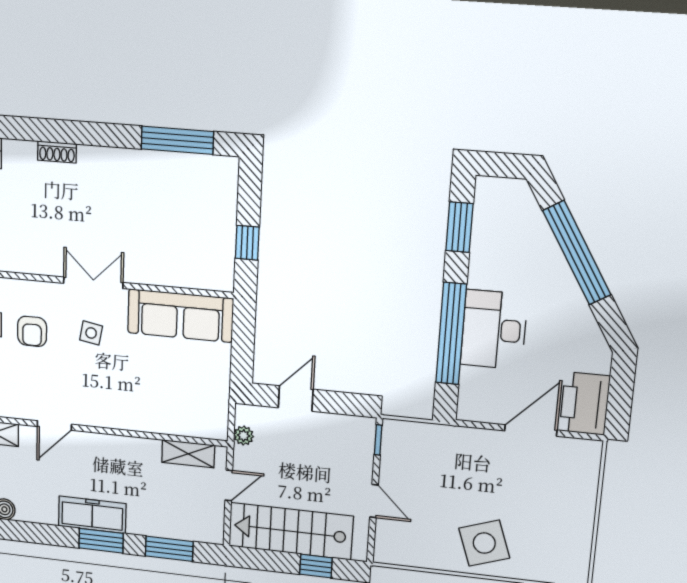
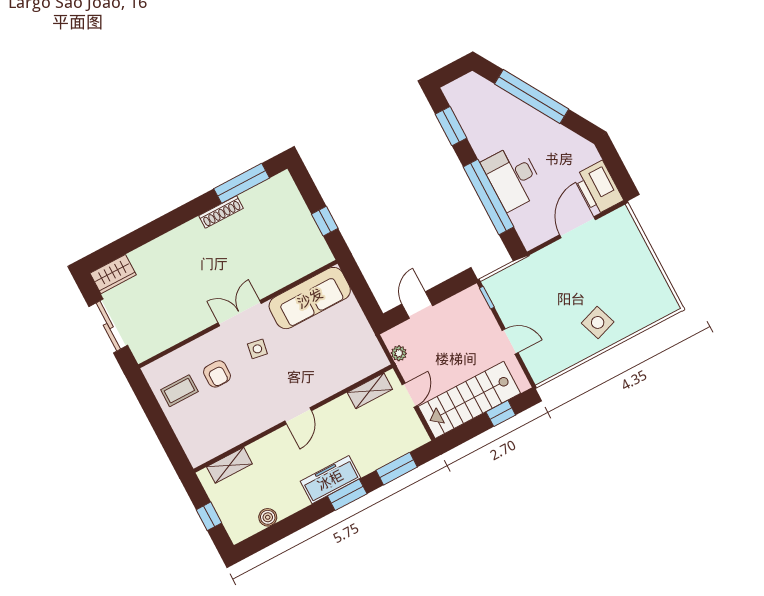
shoe rack: (57, 152) -> (221, 212), moved, width x1.43
door: (54, 425) -> (298, 416), moved
side table: (484, 543) -> (598, 322), width x0.73, depth x0.73

